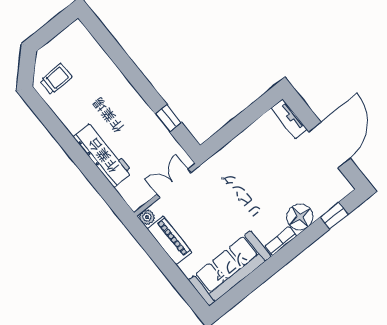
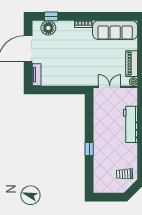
window: (168, 118) -> (89, 149), moved
double door: (174, 183) -> (110, 87), swing flipped
floor lamp: (300, 217) -> (48, 28), moved

